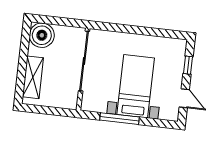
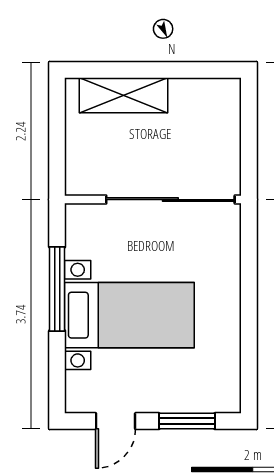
boiler: (42, 35) -> (215, 104), removed
window: (188, 65) -> (187, 421), width x1.50

